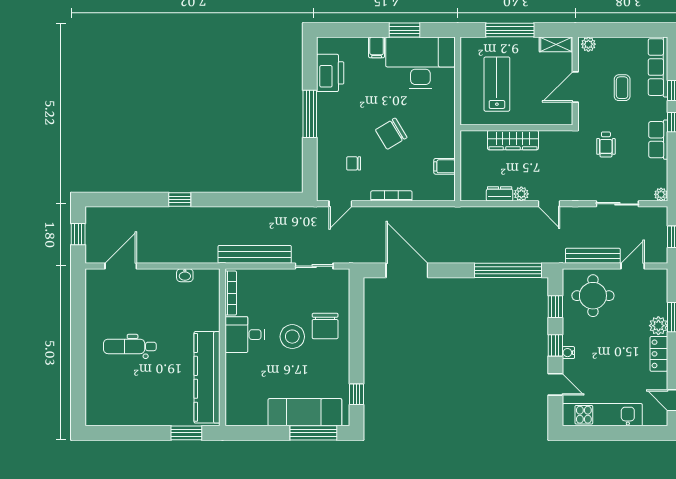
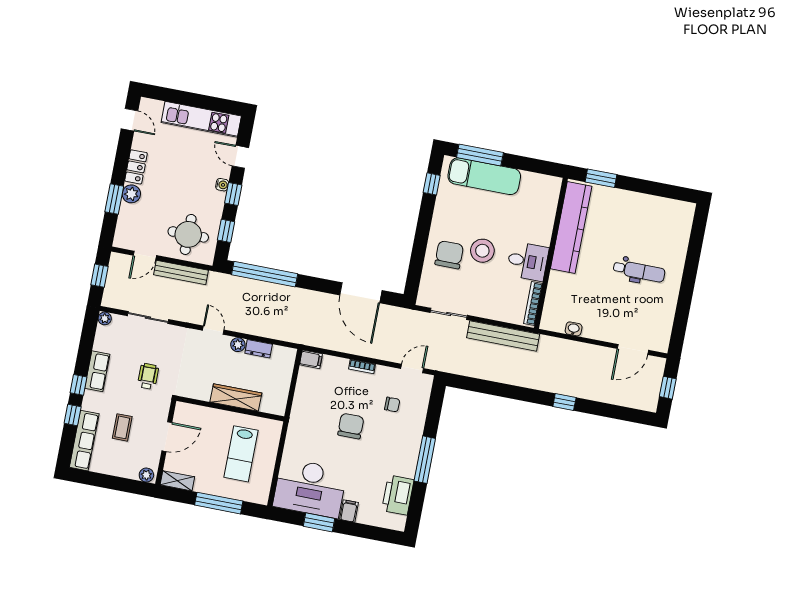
chair: (391, 134) -> (351, 426), turned -59
filing cabinet: (445, 166) -> (311, 359), moved
bookcase: (391, 196) -> (362, 367), width x0.64

